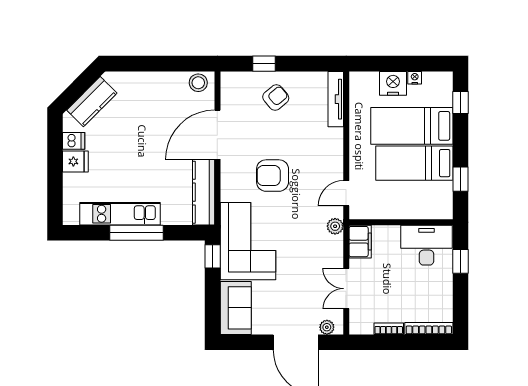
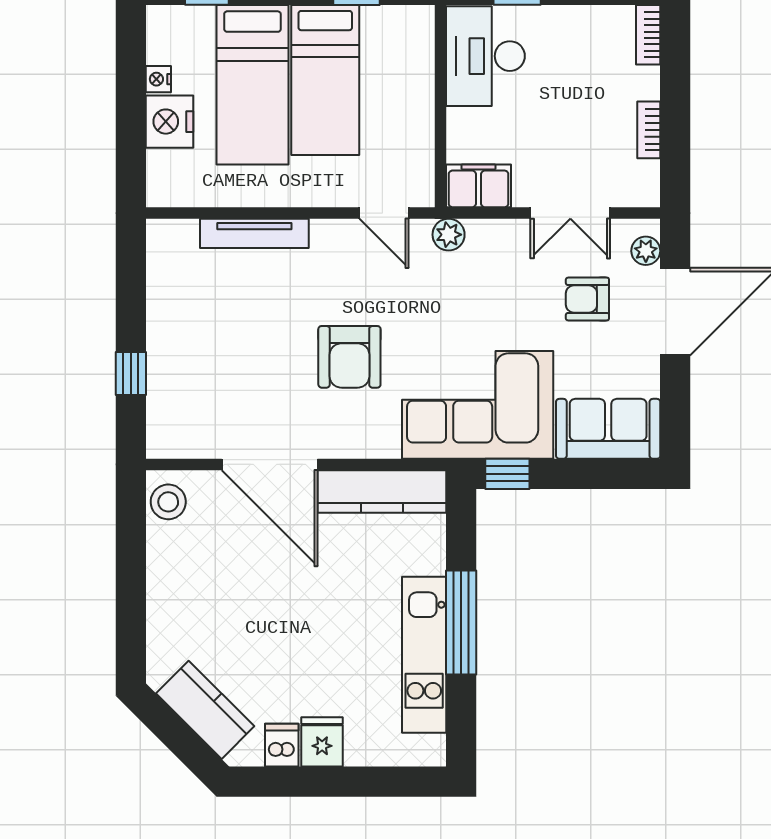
armchair: (276, 98) -> (587, 299), moved, turned -50
tv unit: (336, 99) -> (254, 233), moved
bookcase: (429, 328) -> (648, 35), width x0.64

